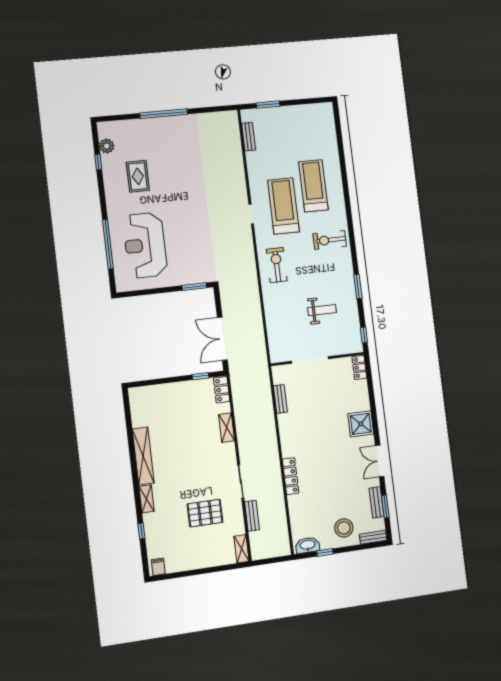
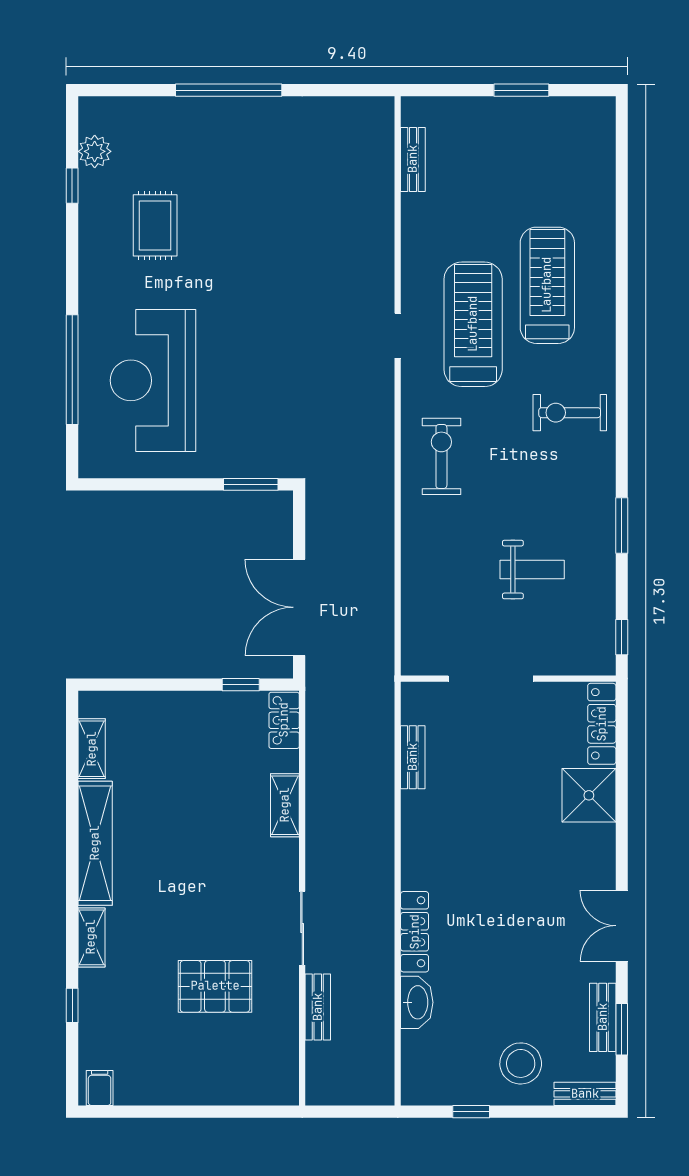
window: (268, 105) -> (521, 90), moved
locker: (359, 367) -> (602, 724), width x1.53
shower: (361, 424) -> (589, 795), moved
washbasin: (308, 545) -> (417, 1002), moved, turned 90
shelving: (241, 549) -> (92, 749), moved

